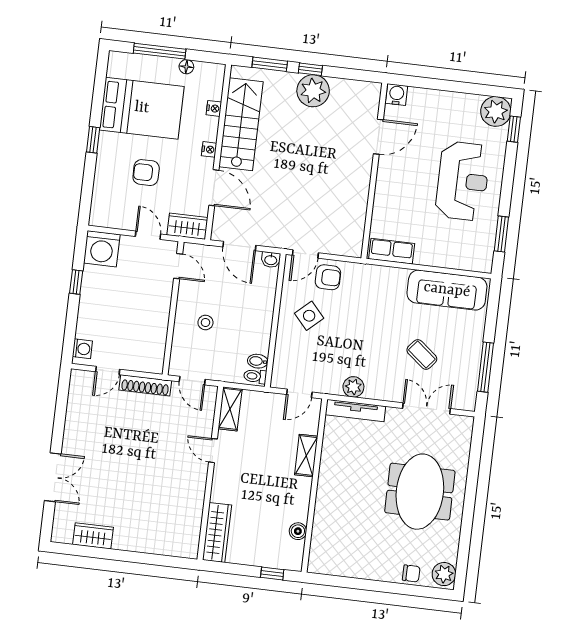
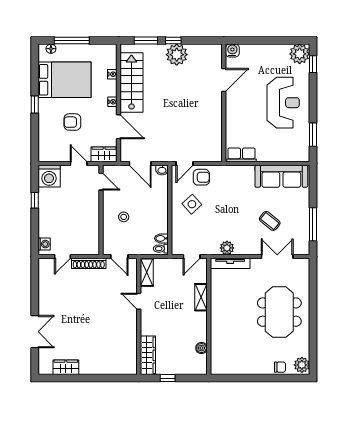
floor lamp: (186, 67) -> (51, 49), moved
window: (272, 573) -> (168, 378), moved

